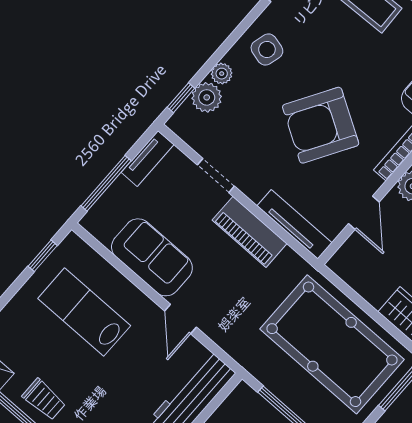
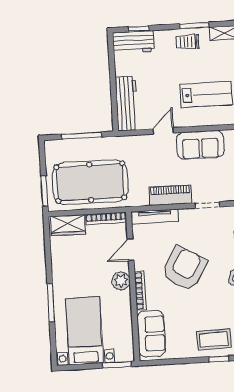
door: (364, 213) -> (131, 250), hinge flipped
bookcase: (356, 281) -> (106, 218), added
door: (180, 319) -> (163, 131), hinge flipped

